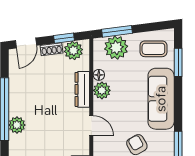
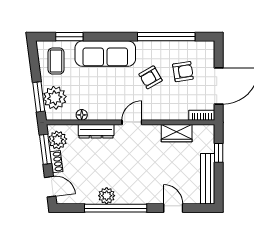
window: (64, 38) -> (45, 149), width x1.50
plant: (102, 90) -> (97, 112), removed
plant: (17, 125) -> (107, 196), moved

